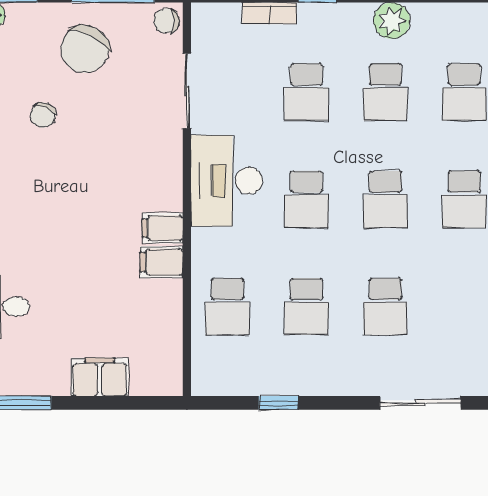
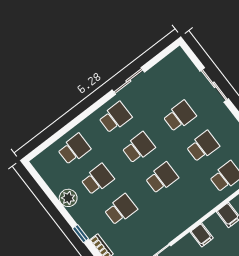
desk: (227, 181) -> (178, 214), removed
filing cabinet: (163, 228) -> (202, 235), moved
sliding door: (420, 403) -> (214, 85), moved

